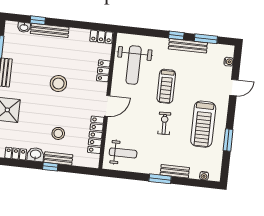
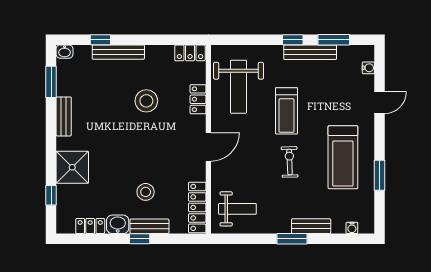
washbasin: (24, 27) -> (64, 52), moved
stool: (58, 84) -> (146, 101), moved
locker: (96, 135) -> (197, 207), moved

